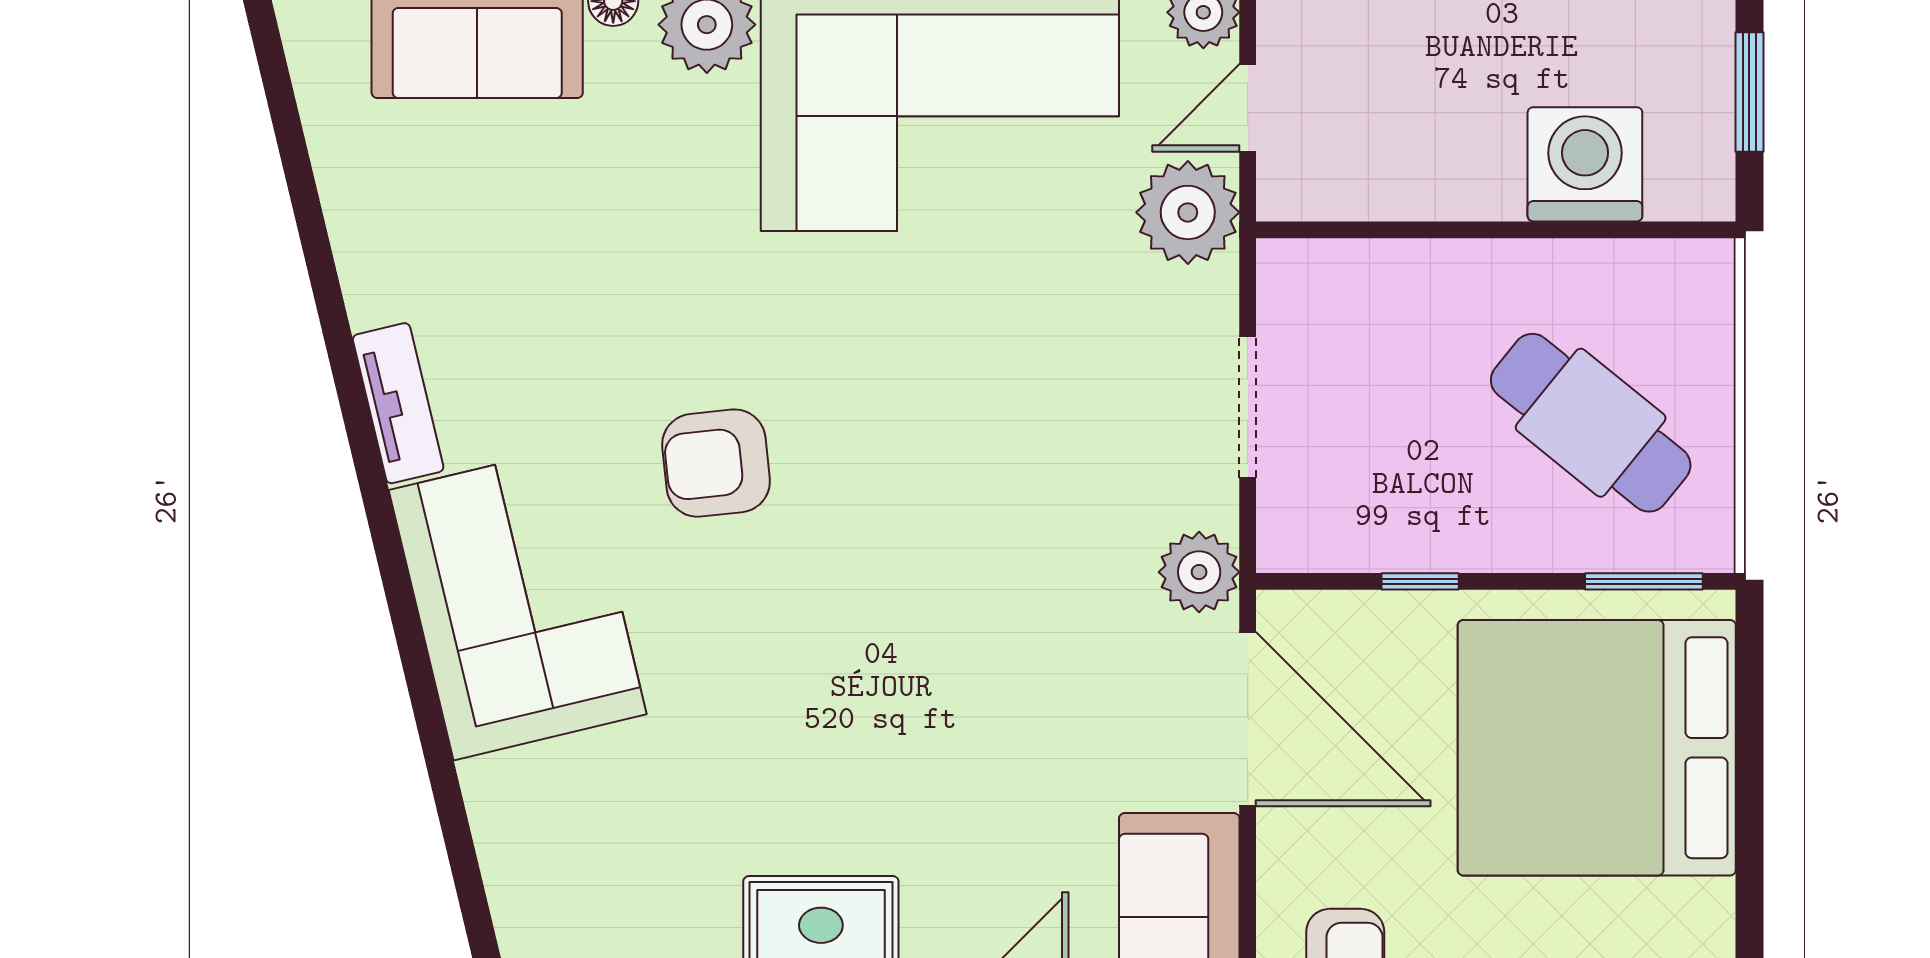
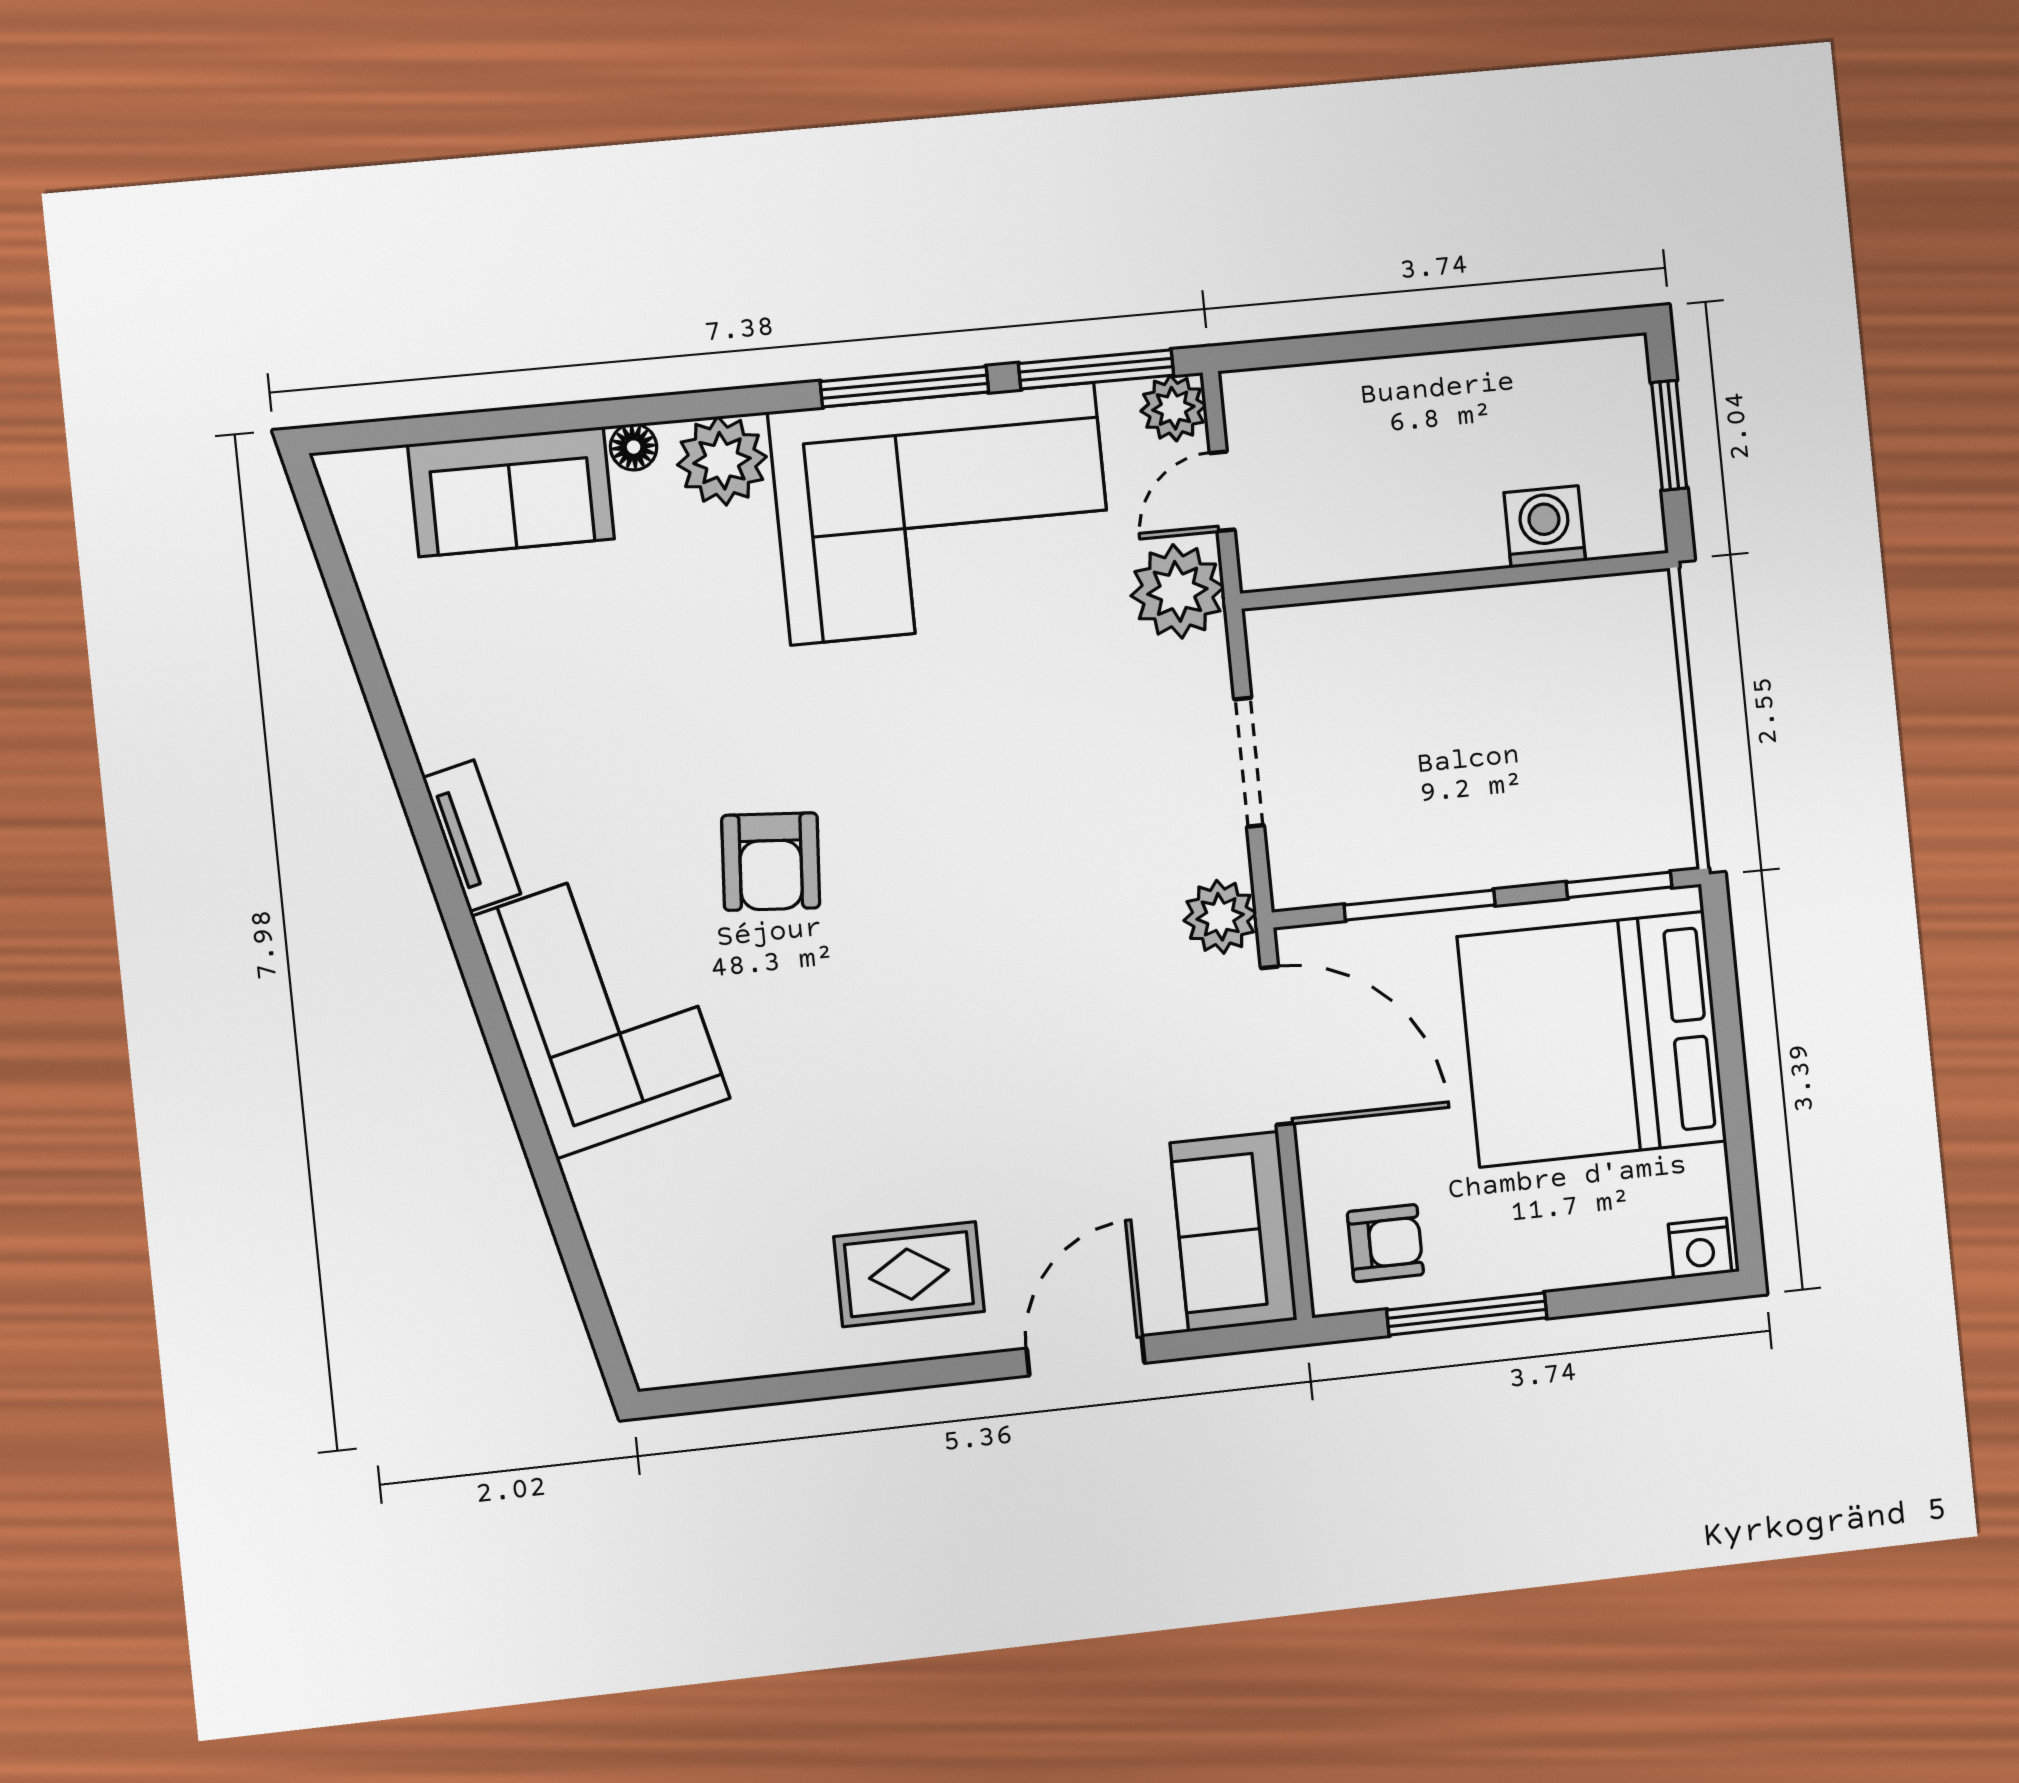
washing machine: (1585, 164) -> (1545, 527), width x0.73, depth x0.73
cafe table: (1591, 423) -> (1558, 747), removed
armchair: (716, 463) -> (771, 862), turned -80
window: (1420, 581) -> (1420, 905), width x2.17

